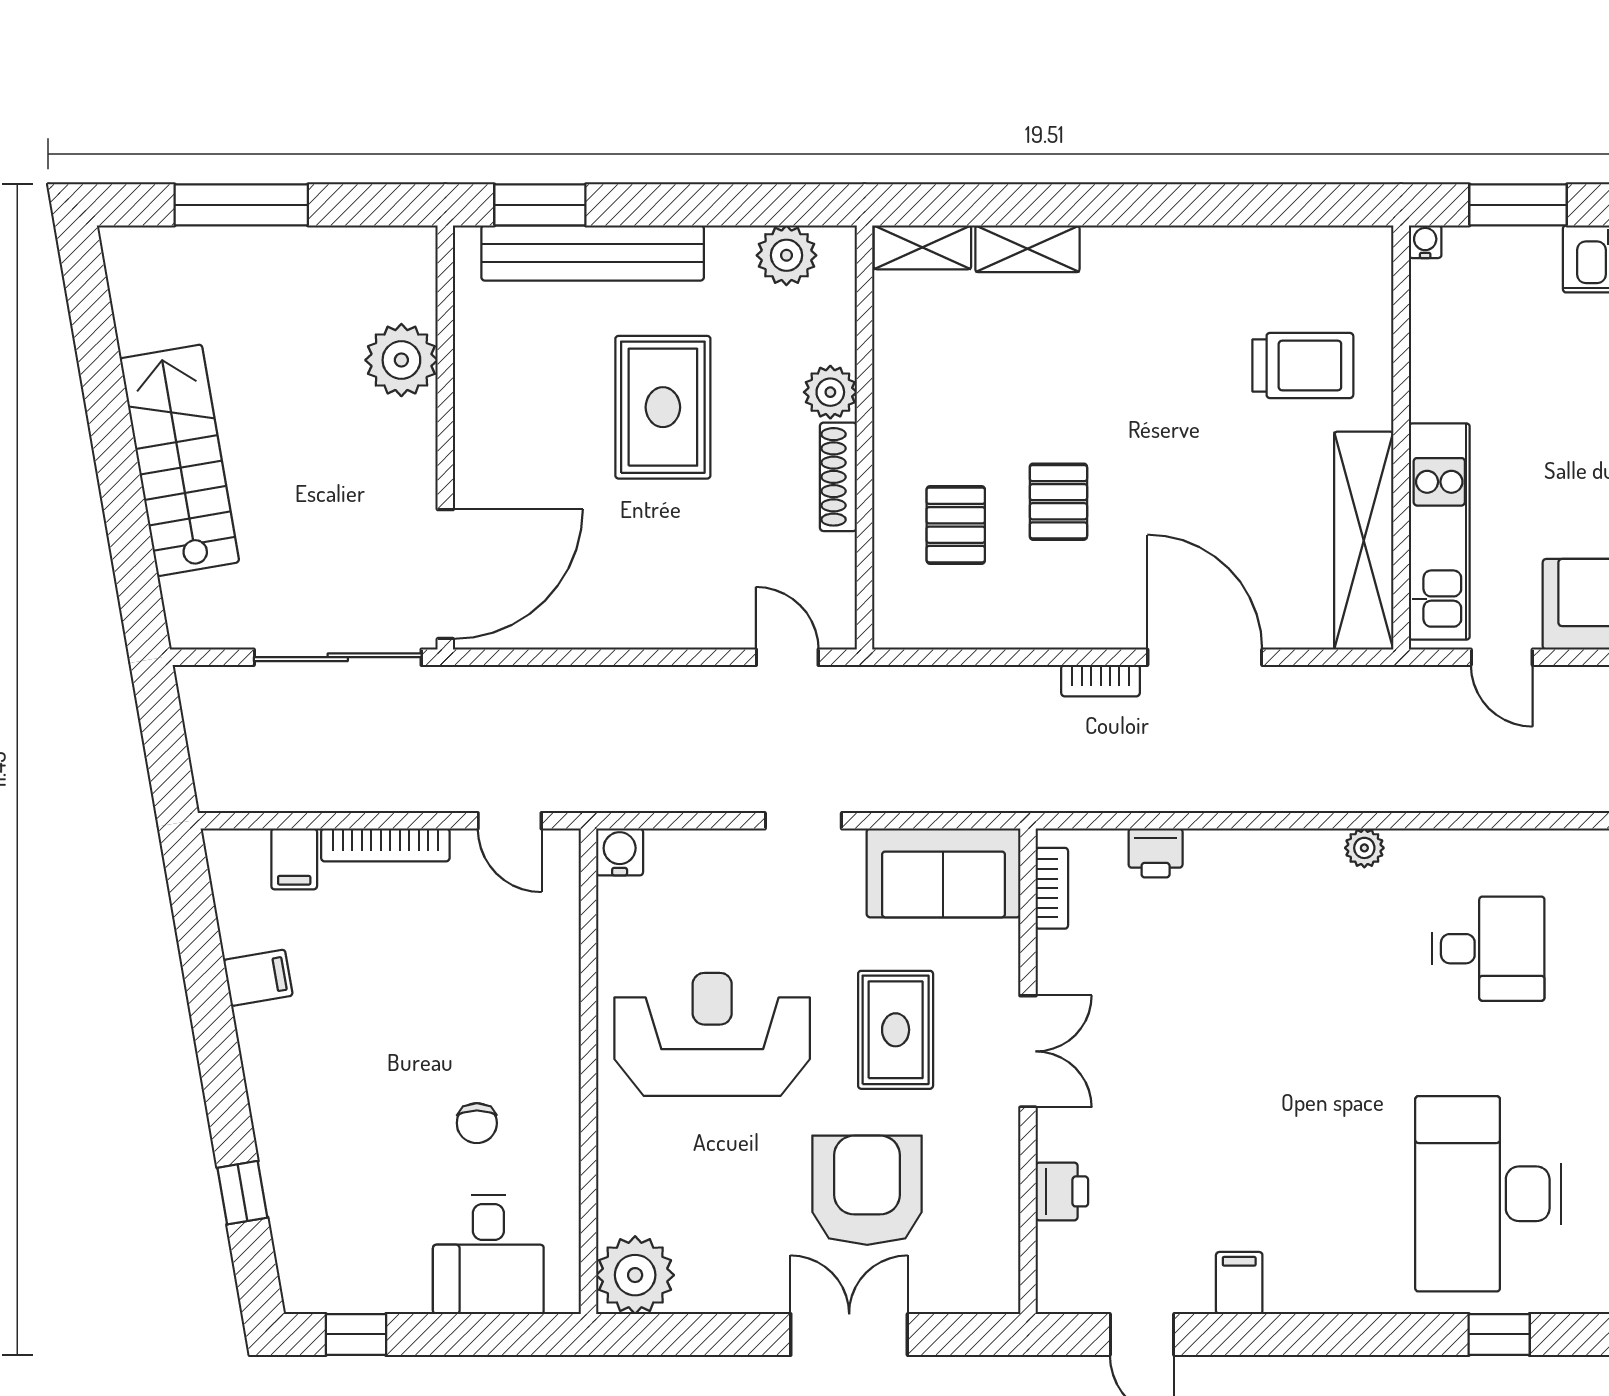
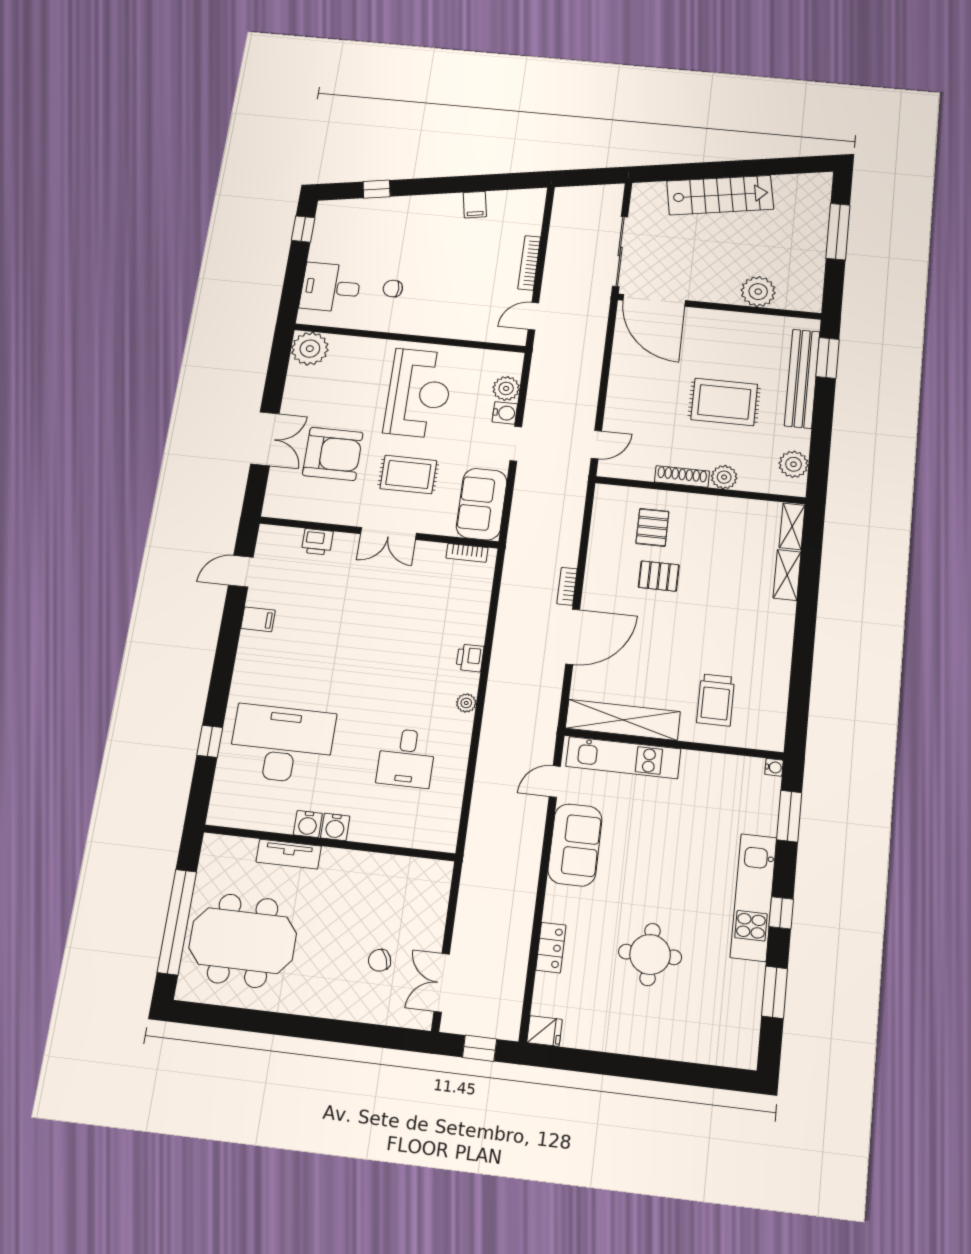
pallet: (956, 525) -> (652, 527), turned 90
water cooler: (620, 852) -> (505, 413), moved
printer: (1156, 853) -> (470, 658), moved
plant: (682, 856) -> (506, 388), added
filing cabinet: (294, 859) -> (528, 225), removed

